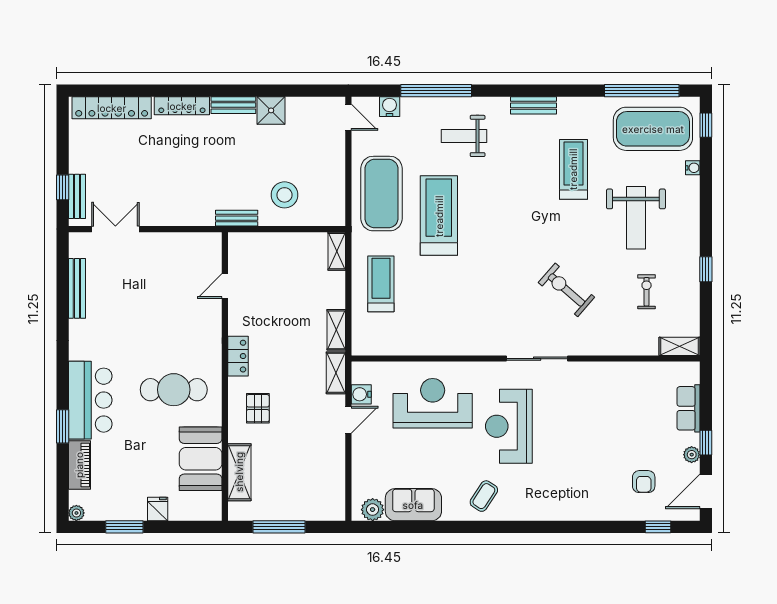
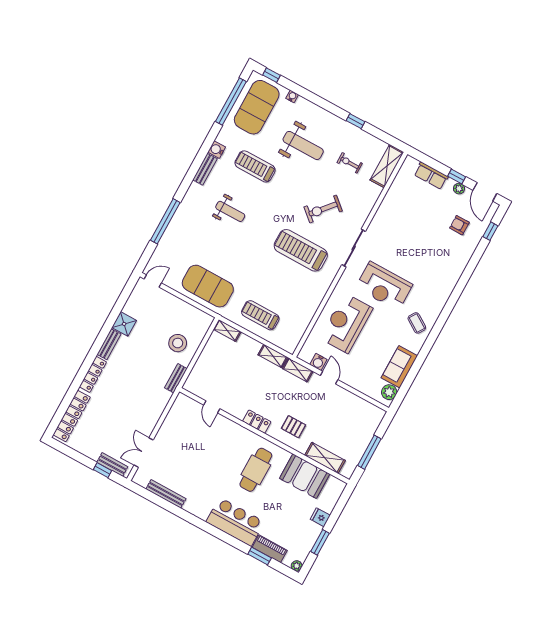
water cooler: (390, 107) -> (217, 150), moved
weight bench: (464, 136) -> (230, 211), moved, turned -90
treadmill: (439, 216) -> (301, 250), moved
shelving: (679, 346) -> (387, 166), width x1.50, depth x1.33
window: (63, 426) -> (260, 556), moved
armchair: (644, 482) -> (459, 225), turned 180

